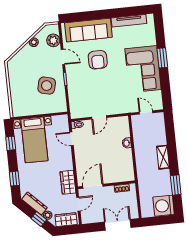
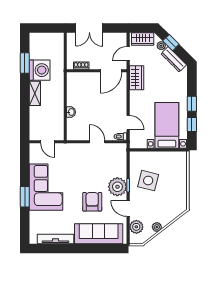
plant: (75, 77) -> (117, 187), added
door: (99, 117) -> (97, 142), hinge flipped
window: (14, 179) -> (192, 104), moved
washing machine: (164, 206) -> (40, 70), moved

